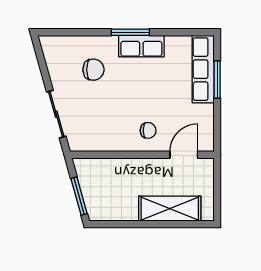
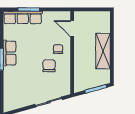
chair: (93, 70) -> (49, 66), moved
shelving: (170, 209) -> (103, 51), moved

